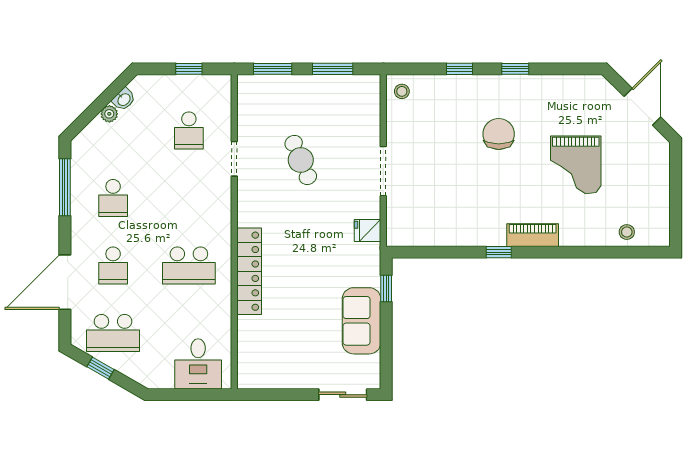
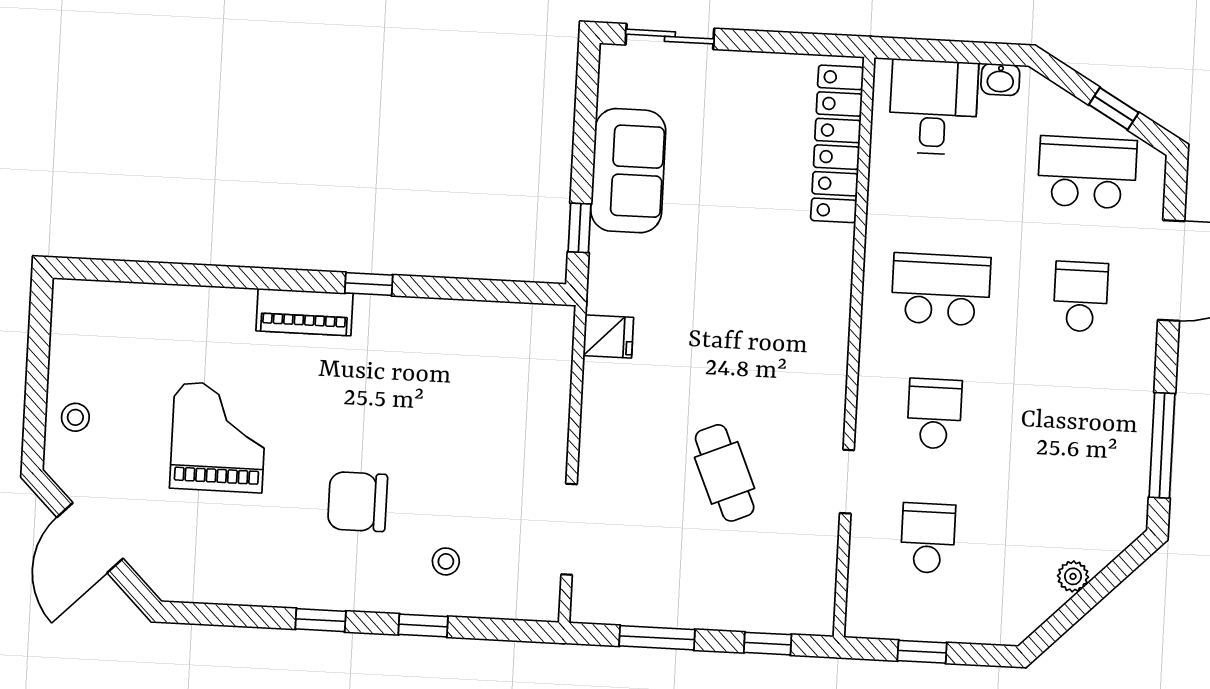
window: (273, 69) -> (768, 644), width x0.67
stool: (402, 91) -> (446, 561), moved
washbasin: (124, 99) -> (1000, 79), moved, turned -135
chair: (499, 134) -> (357, 502), turned 90
doorway: (383, 171) -> (569, 529), moved
school desk: (113, 198) -> (934, 414), moved
stool: (627, 232) -> (75, 417), moved
locker: (249, 271) -> (837, 144), moved

